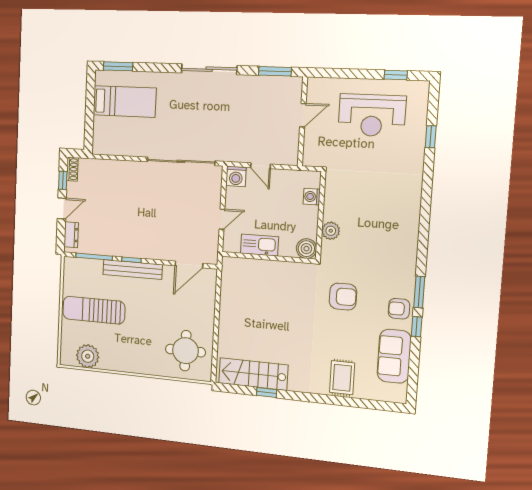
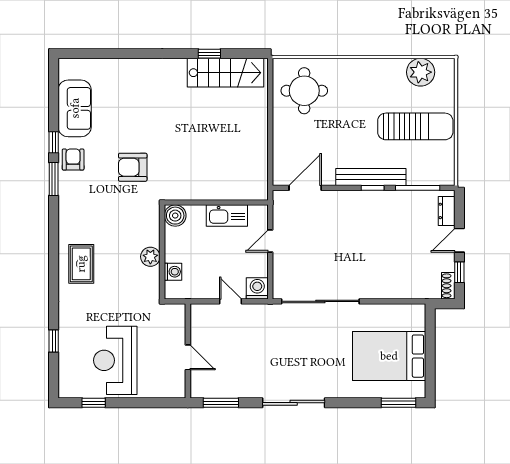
bed: (124, 102) -> (389, 356), width x1.50
door: (303, 115) -> (188, 357), swing flipped
reception desk: (372, 115) -> (115, 360), turned -90
plant: (331, 231) -> (150, 257), moved
armchair: (399, 309) -> (73, 160), turned -90
rug: (342, 378) -> (81, 264), moved

